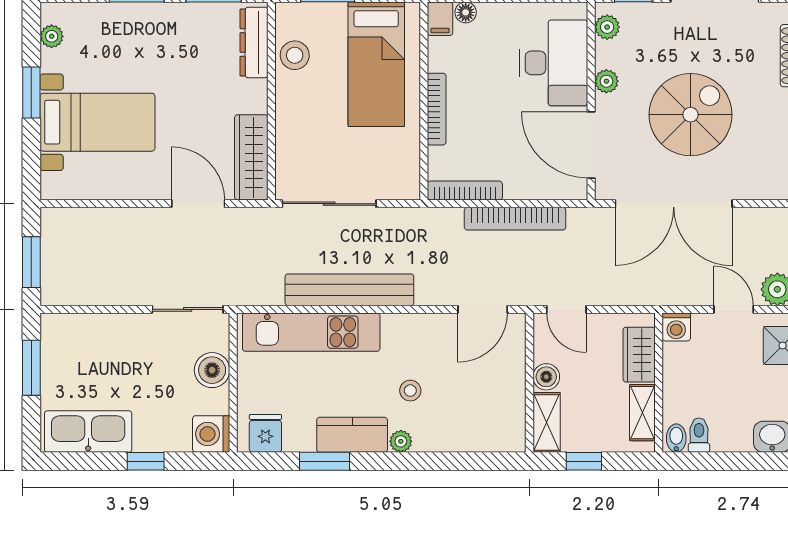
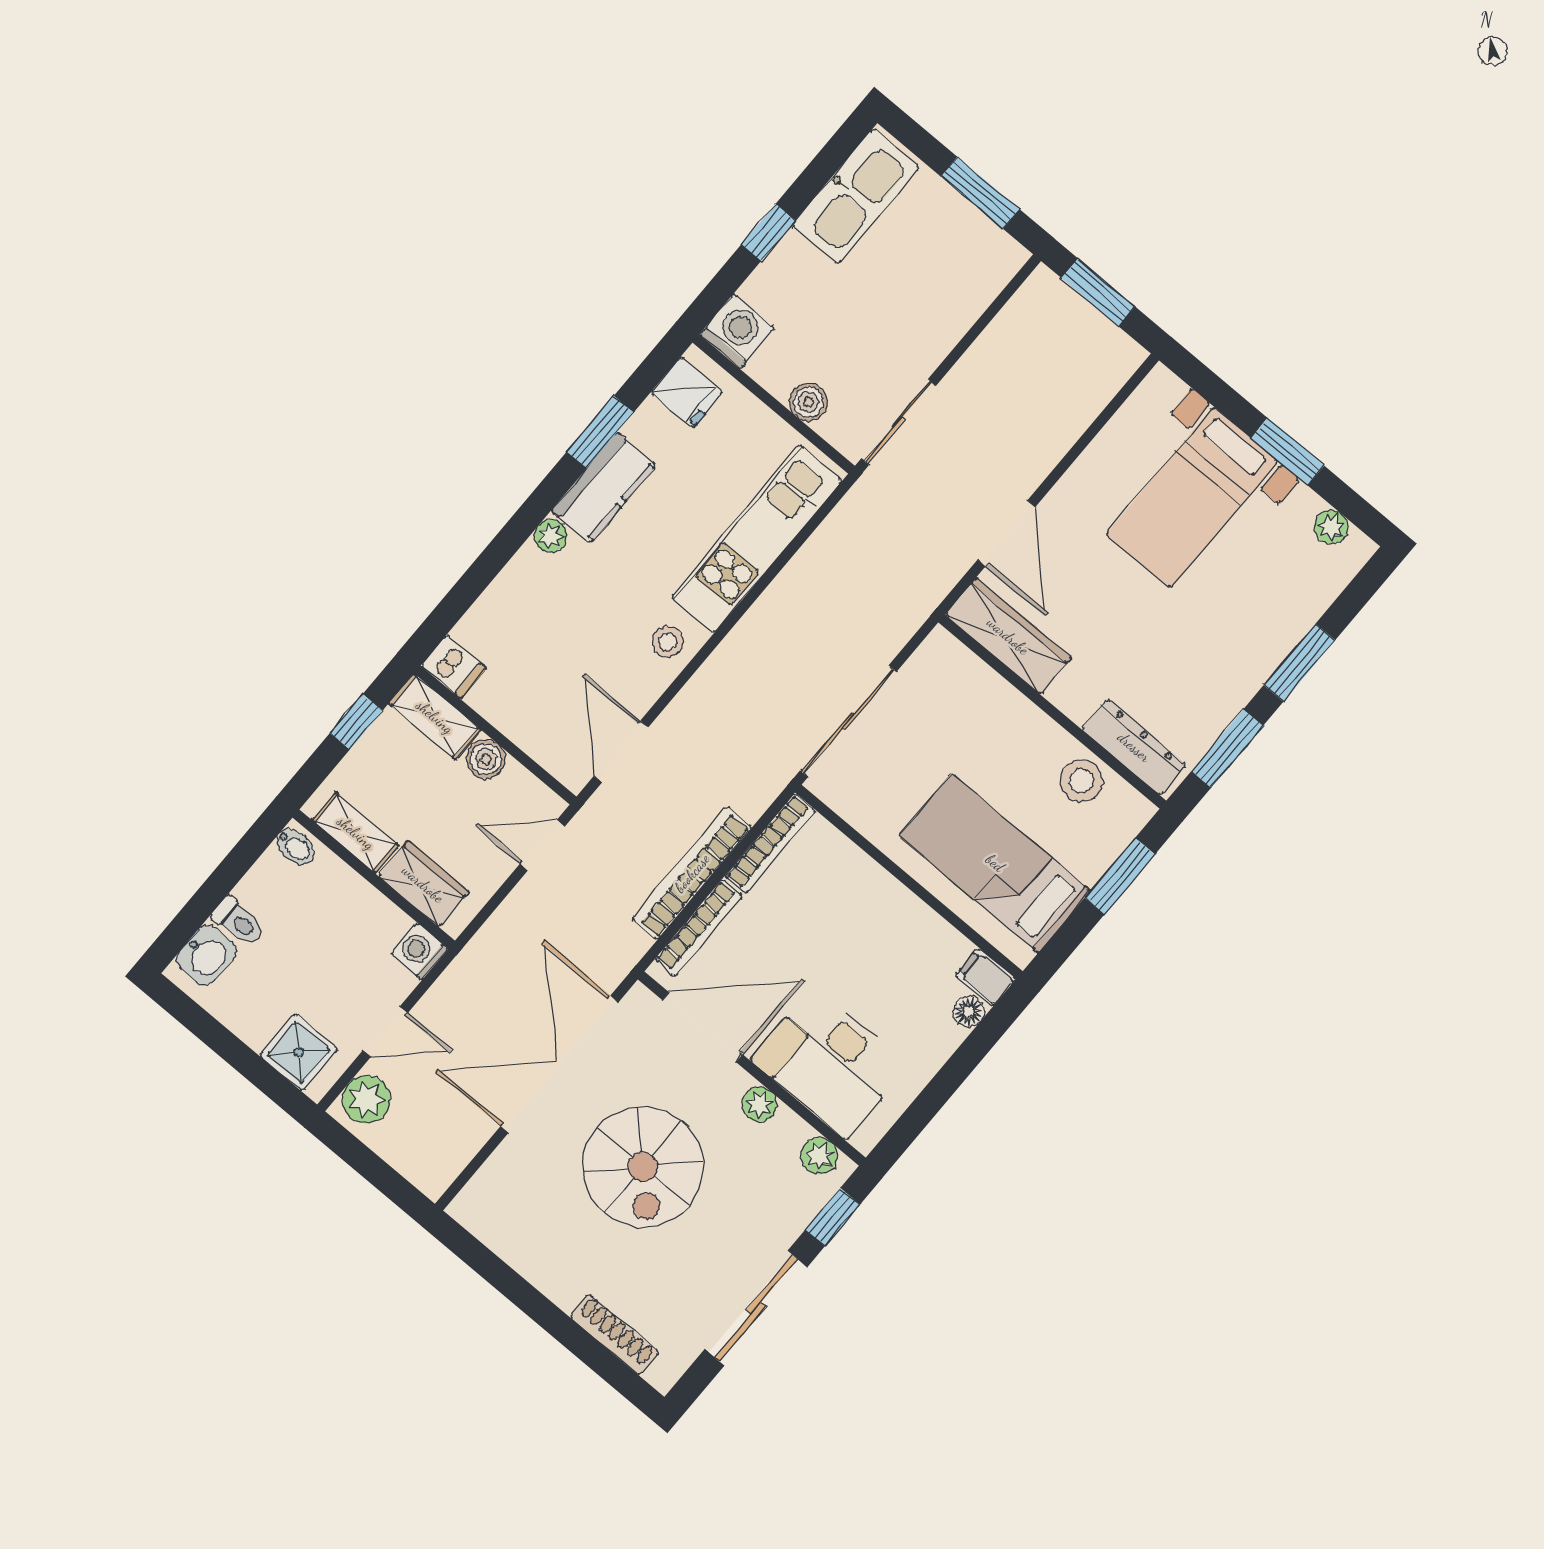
bookcase: (437, 109) -> (699, 928), moved, turned -90
door: (198, 204) -> (1006, 533), hinge flipped
sliding door: (329, 204) -> (848, 721), moved
bench: (349, 290) -> (768, 621), removed
boiler: (212, 370) -> (808, 402), width x0.73, depth x0.73
stool: (410, 391) -> (668, 642), moved
dishwasher: (512, 435) -> (454, 667), added
toilet: (699, 435) -> (238, 922), moved

